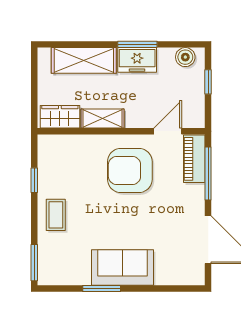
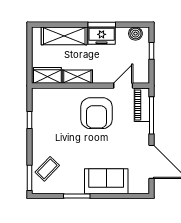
armchair: (130, 170) -> (97, 113), turned -90
coffee table: (56, 215) -> (47, 169), moved, turned 44
sofa: (122, 268) -> (106, 181), moved

